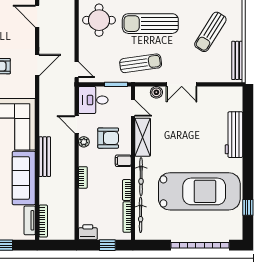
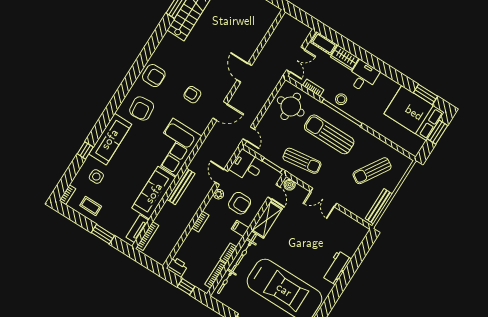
boiler: (156, 92) -> (290, 185), moved
workbench: (234, 135) -> (337, 268), width x0.73

